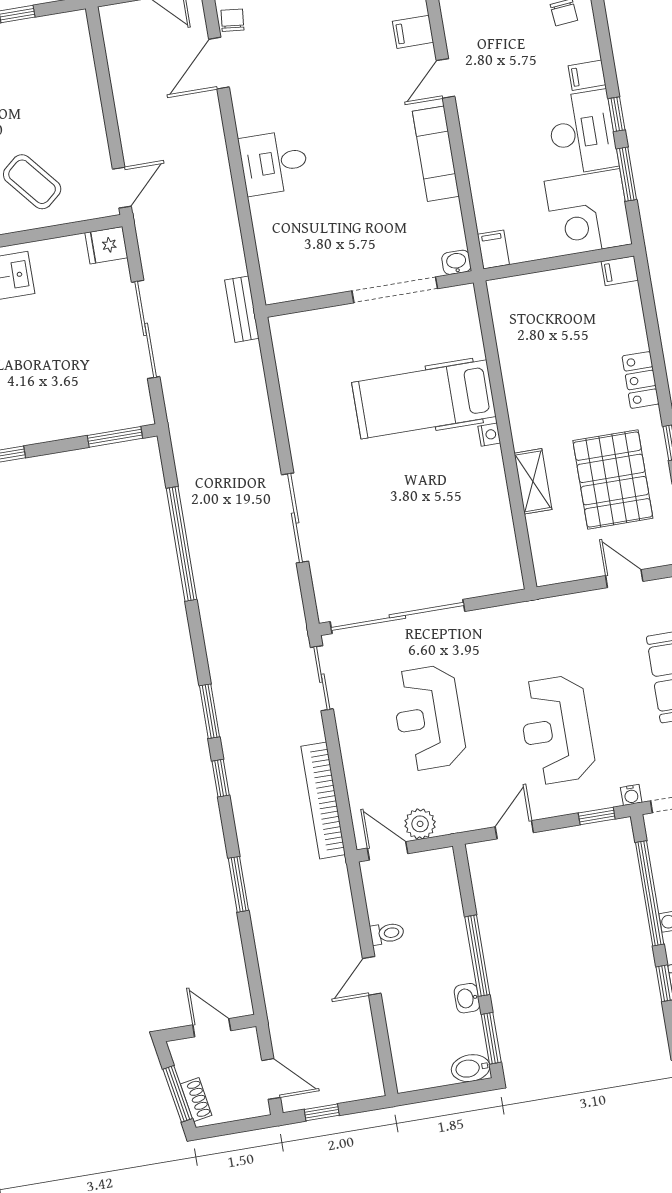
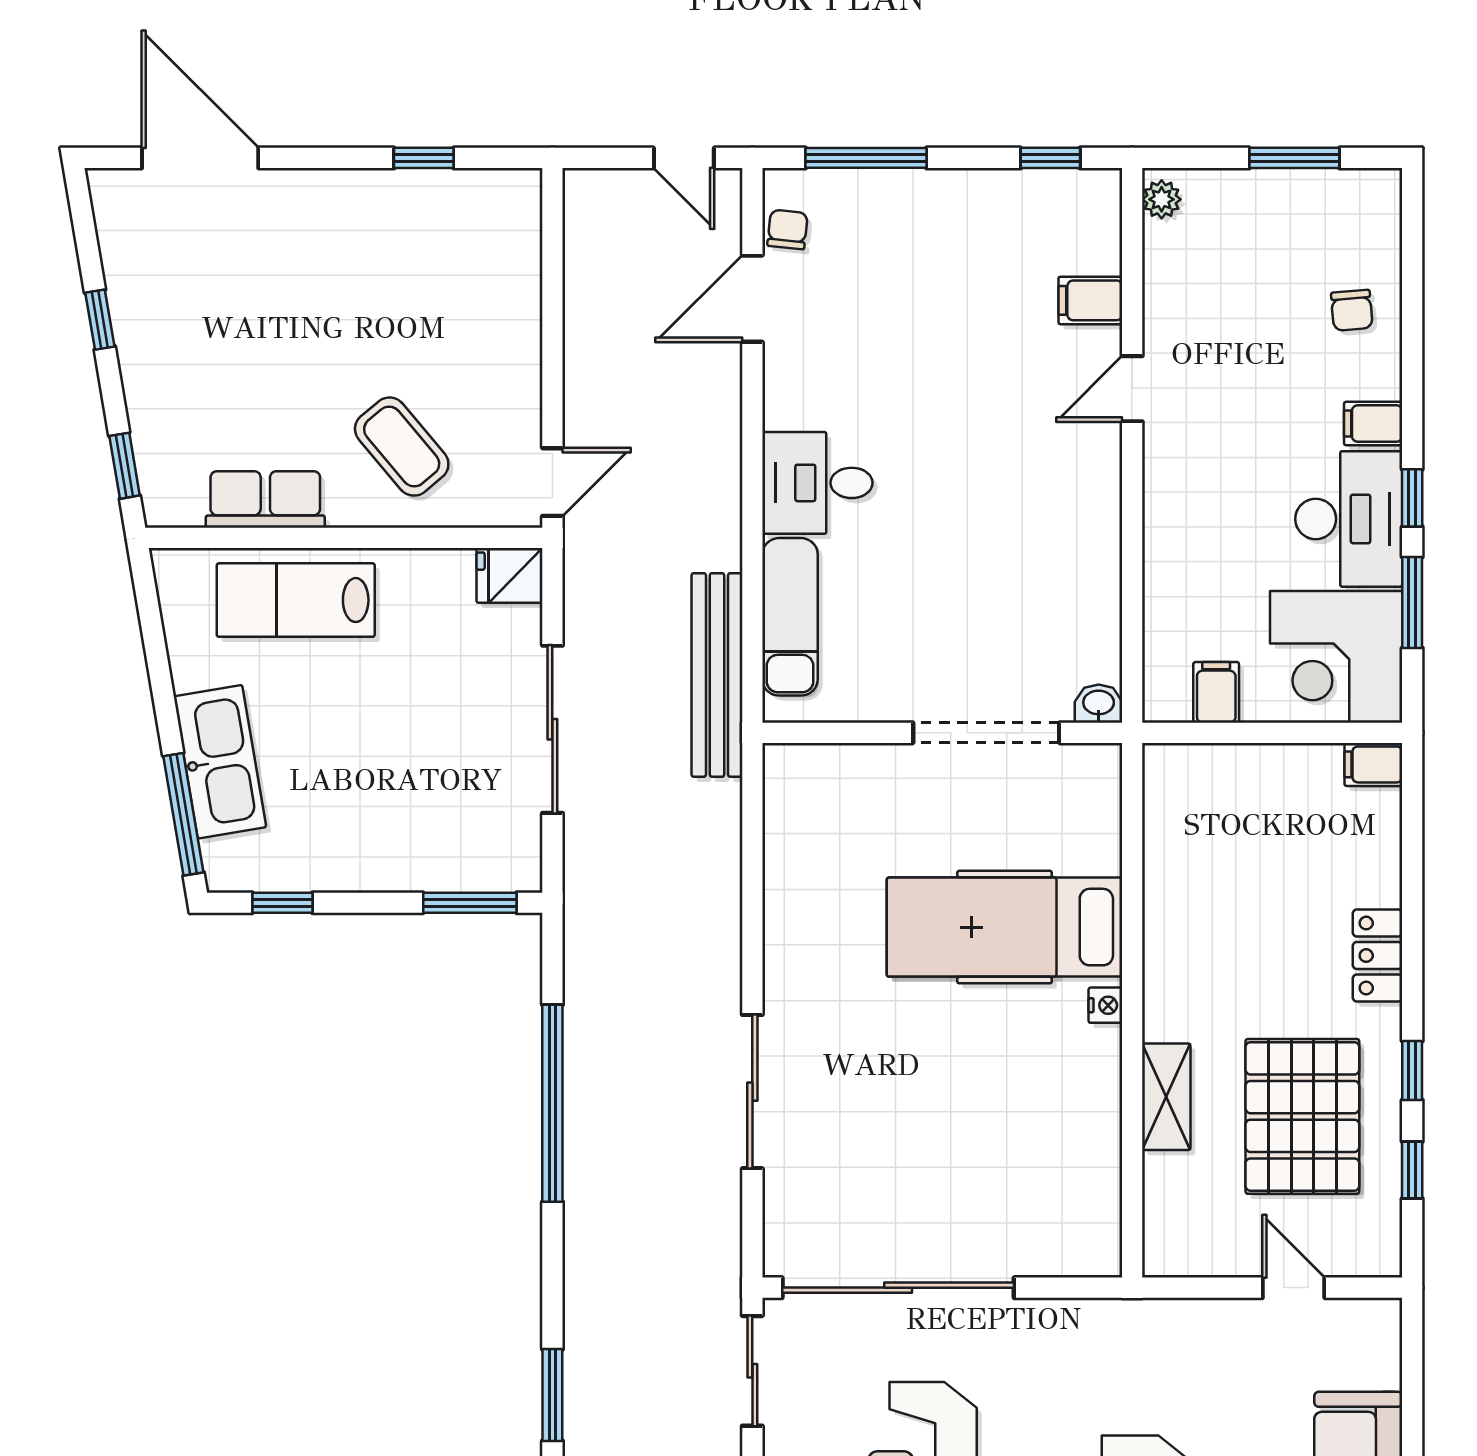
exam couch: (436, 154) -> (790, 617), moved, turned 180
filing cabinet: (493, 249) -> (1216, 692), moved
bench: (242, 309) -> (717, 675), width x1.86, depth x1.21

